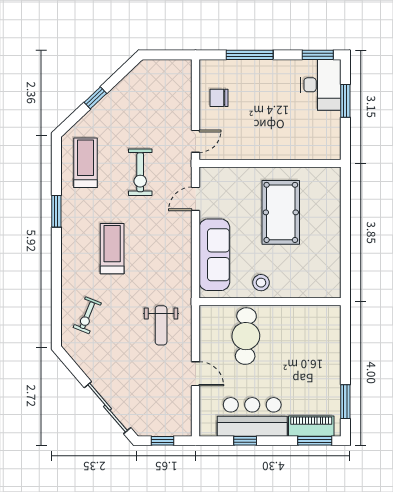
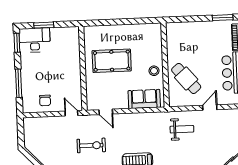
sofa: (214, 255) -> (144, 99), width x0.73
cafe table: (246, 336) -> (186, 78), turned 48

